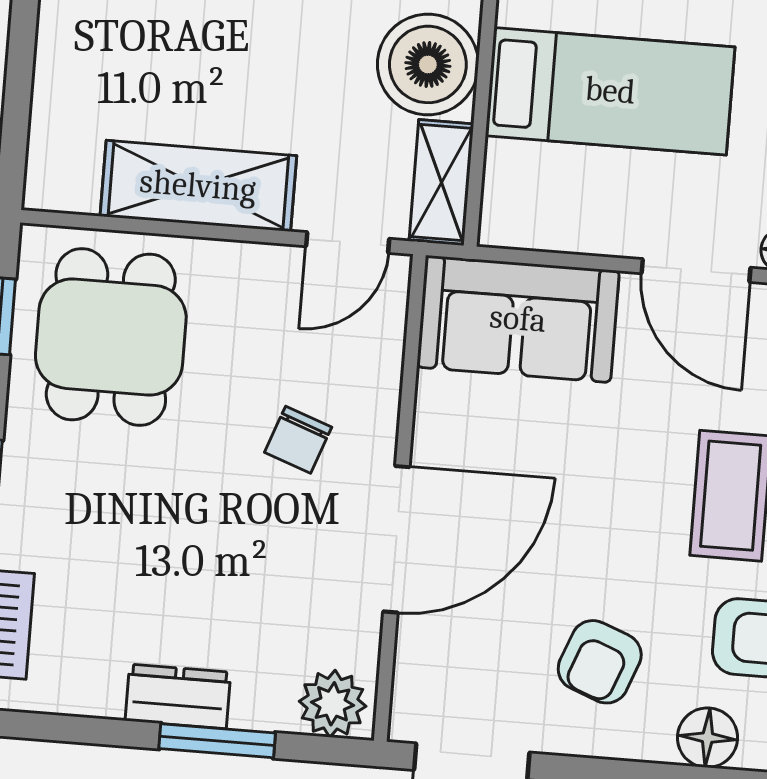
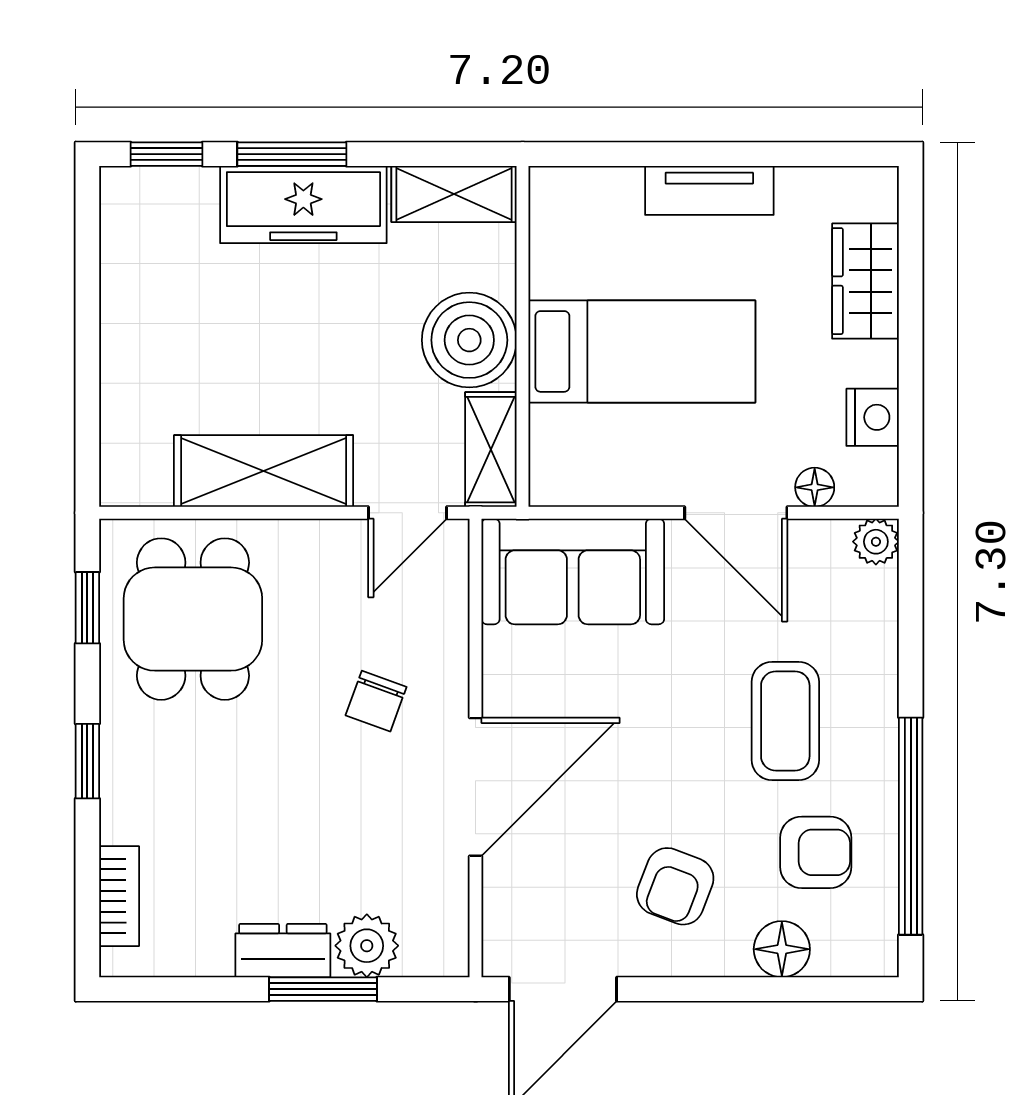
plant: (333, 704) -> (367, 946), moved

